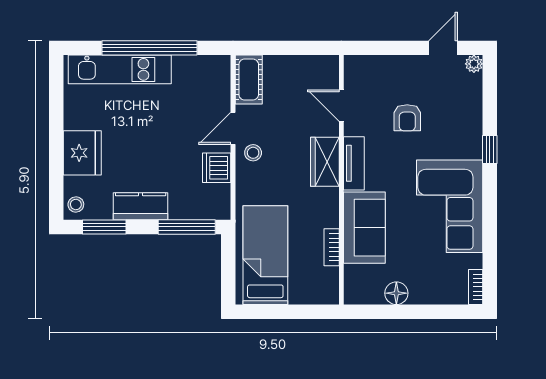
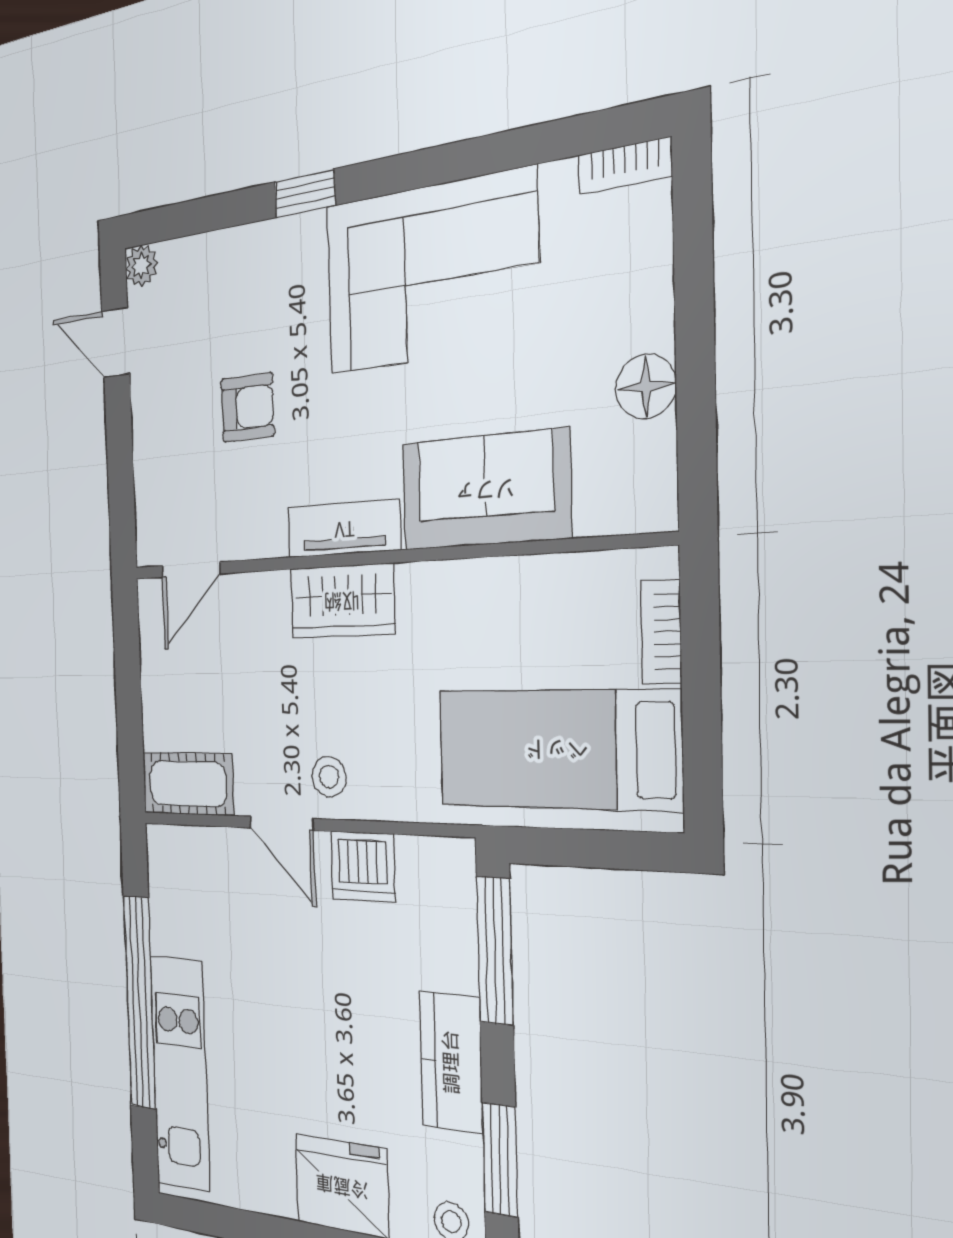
door: (341, 106) -> (191, 570), moved
bookcase: (332, 247) -> (661, 632), moved, turned 90

